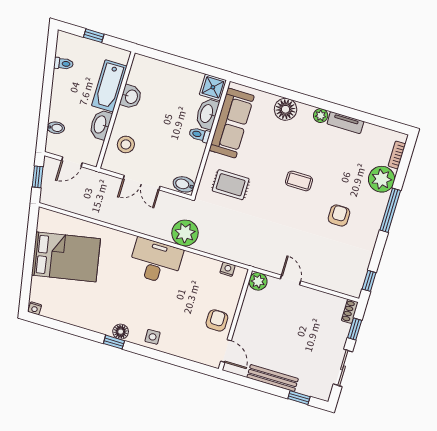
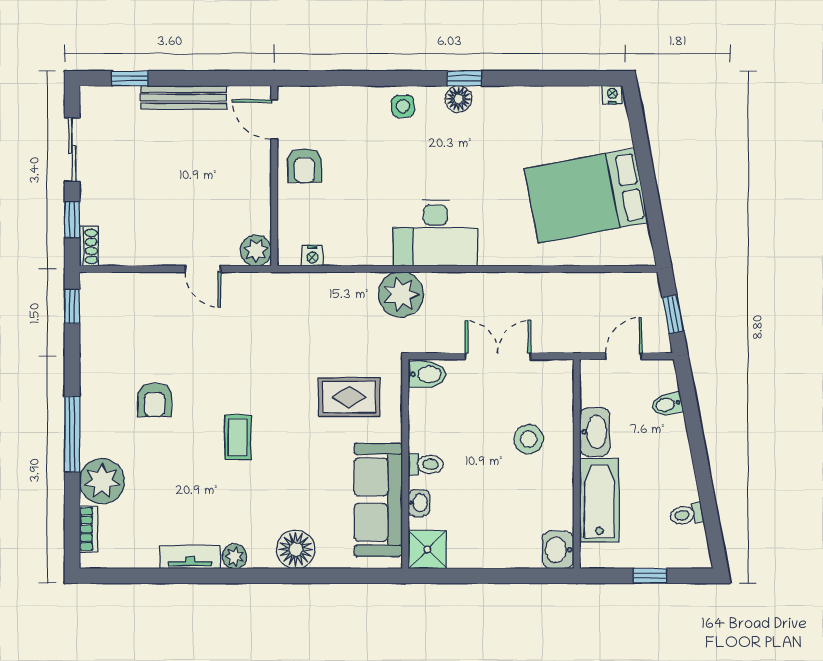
washbasin: (131, 97) -> (558, 550), moved
washbasin: (207, 114) -> (419, 503), width x0.52, depth x0.69
stool: (126, 144) -> (529, 439), moved
coffee table: (299, 181) -> (238, 437), turned 90

